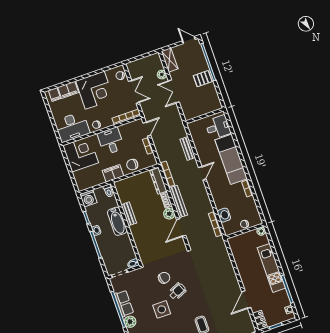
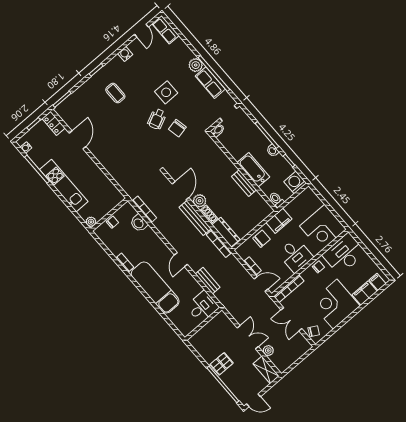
desk: (218, 127) -> (203, 307), moved, turned 180
door: (147, 129) -> (261, 284), swing flipped

